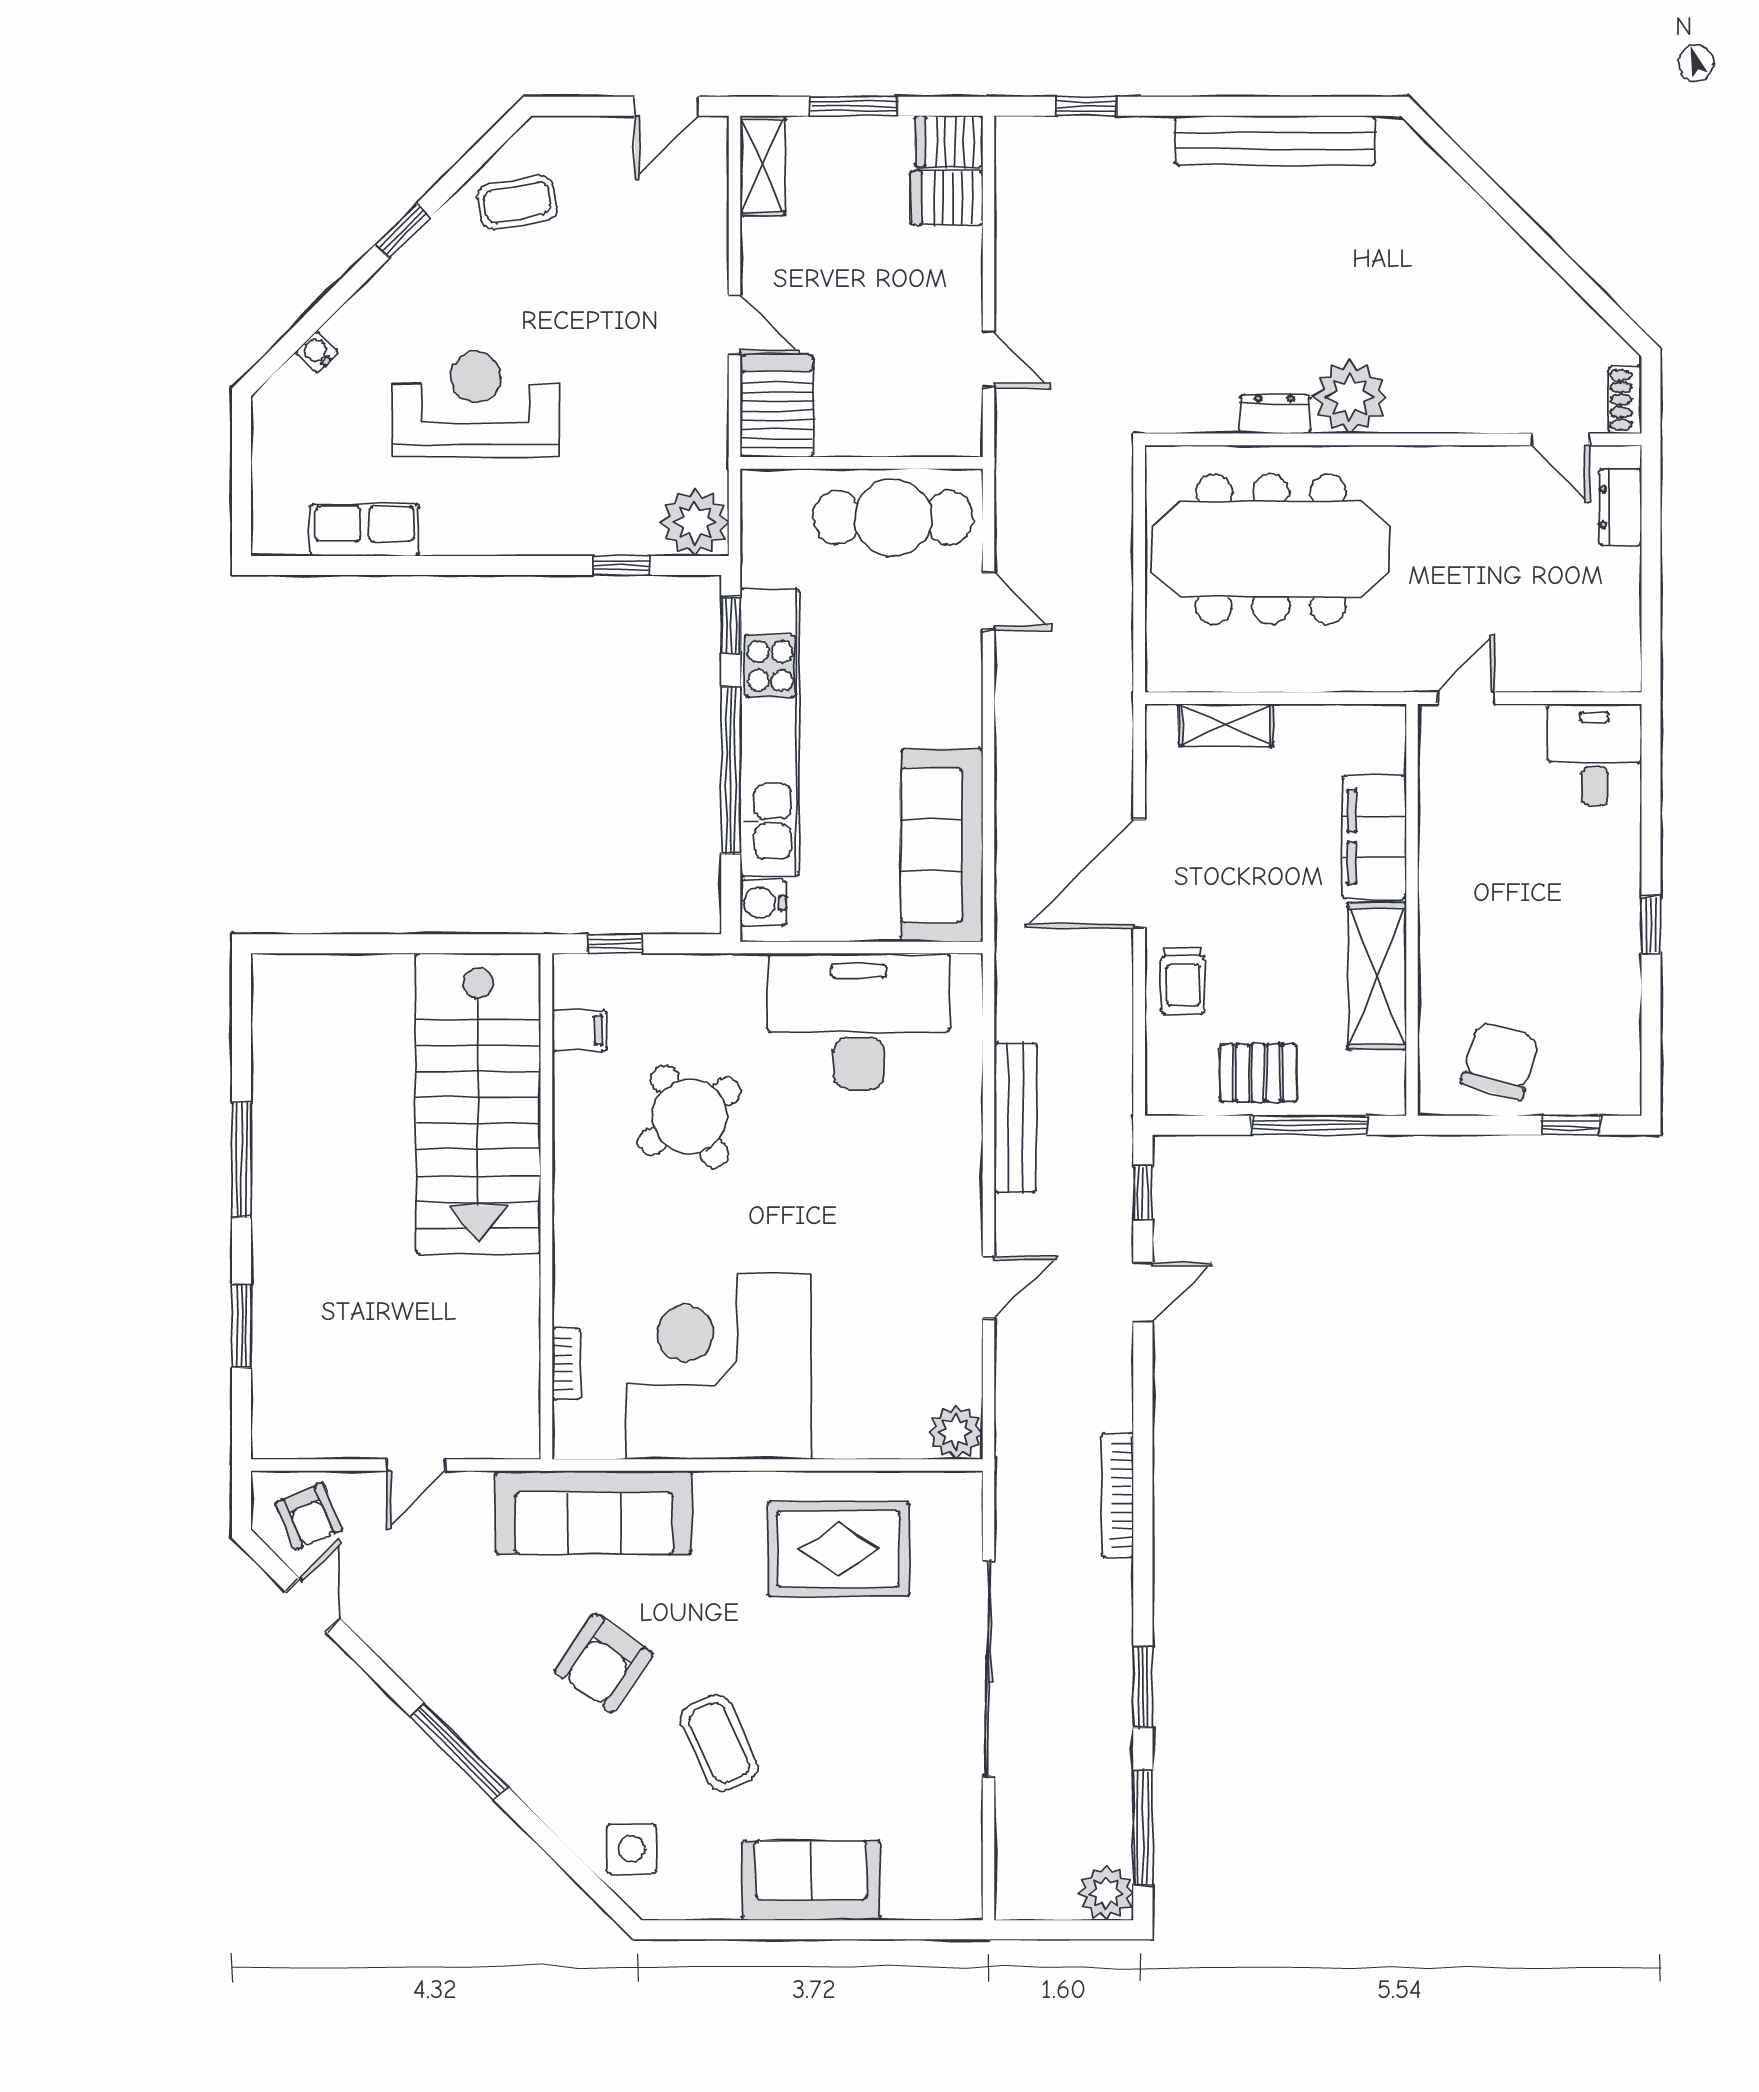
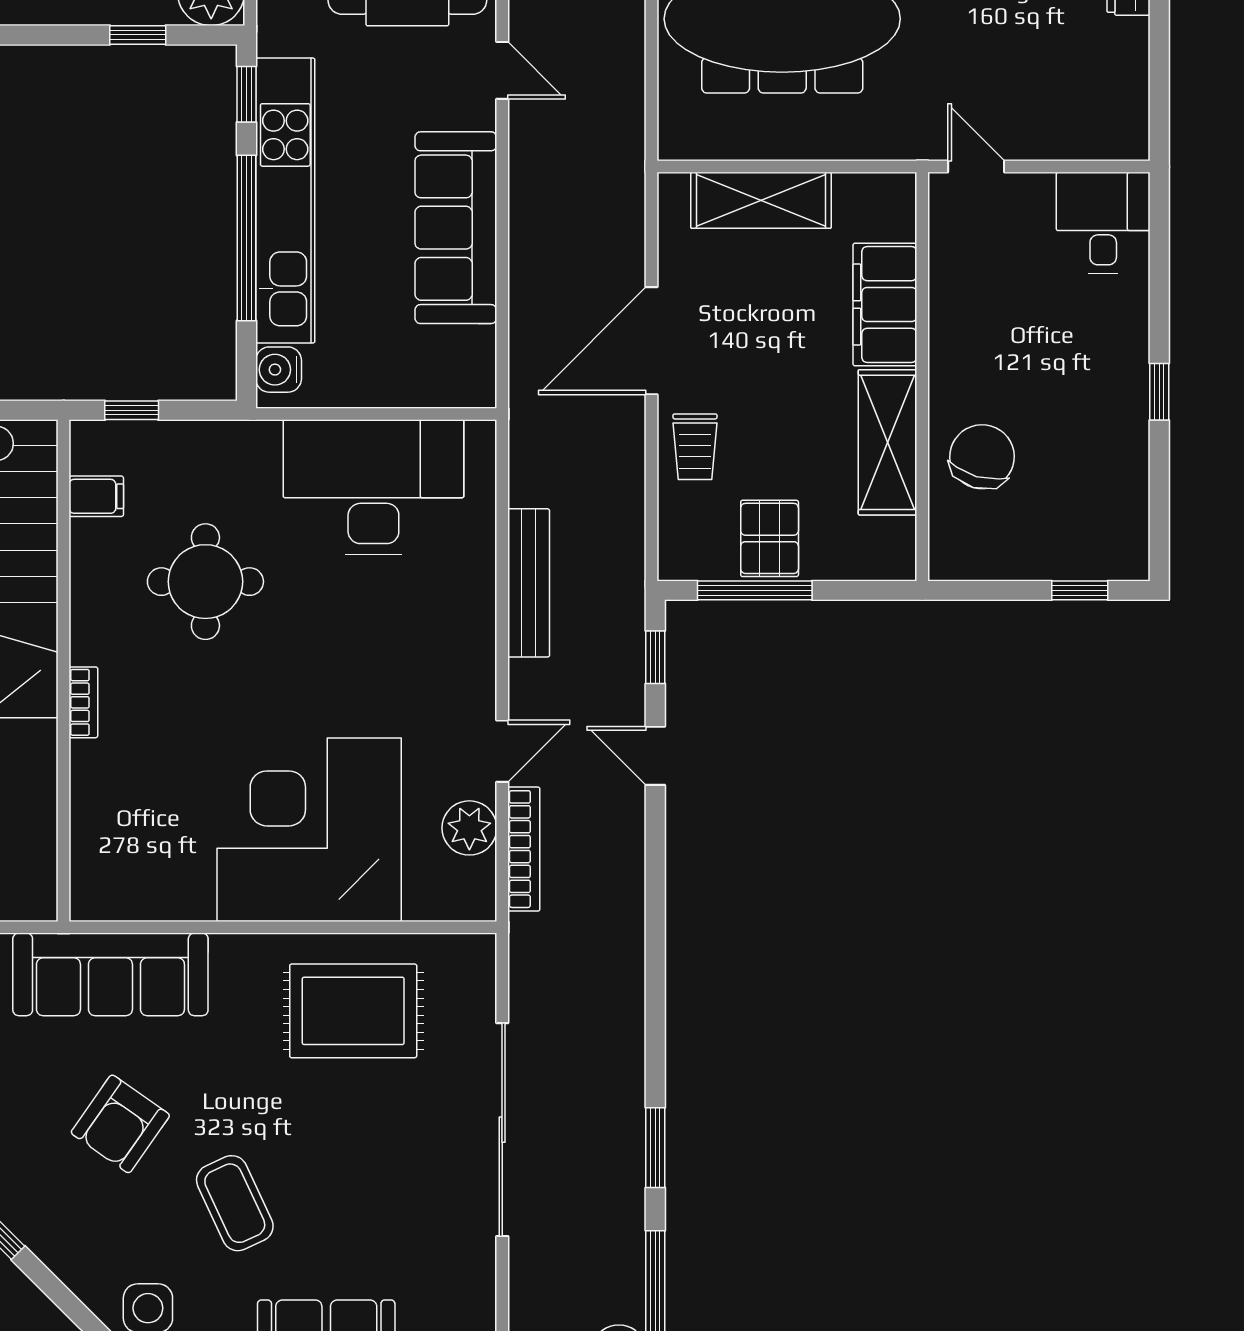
door: (1466, 698) -> (976, 167), hinge flipped
shelving: (1226, 725) -> (761, 200), width x1.50, depth x1.33
sofa: (942, 845) -> (456, 228), moved
chair: (1500, 1061) -> (982, 457), moved
pallet: (1258, 1073) -> (770, 538), turned 90
round table: (689, 1116) -> (205, 582), turned 34
window: (1309, 1125) -> (755, 590), moved
door: (1143, 1292) -> (655, 756), swing flipped
bookcase: (566, 1364) -> (83, 702), moved
corner desk: (719, 1367) -> (309, 830), moved
plant: (955, 1432) -> (469, 828), moved
bookcase: (1117, 1495) -> (524, 849), moved, turned 180

